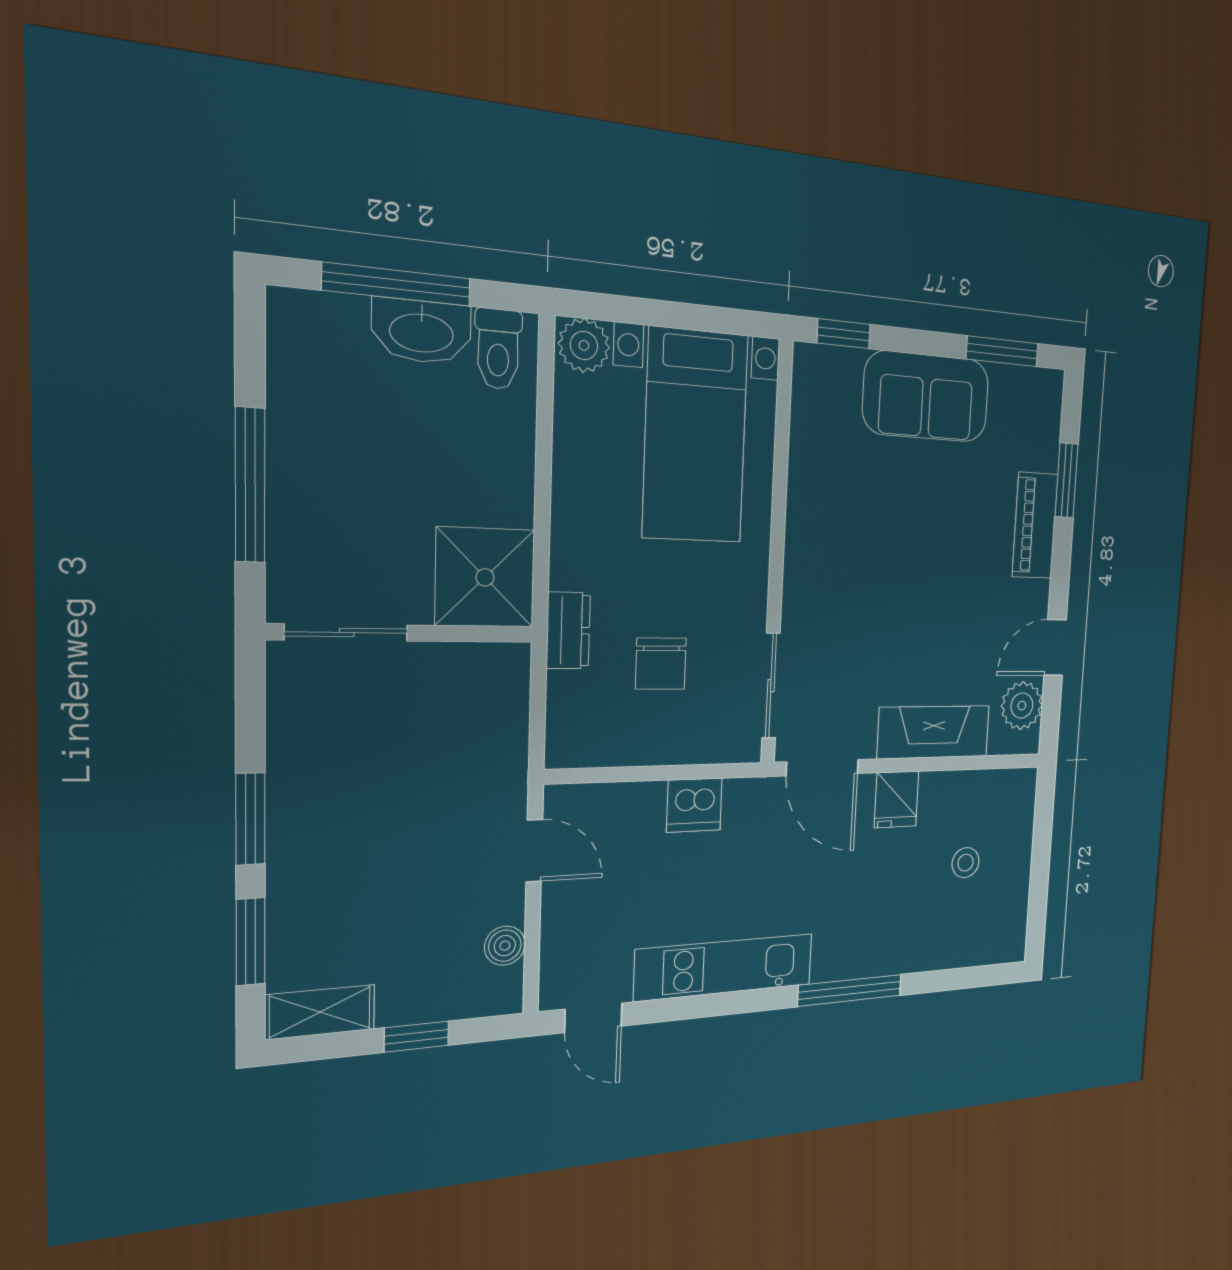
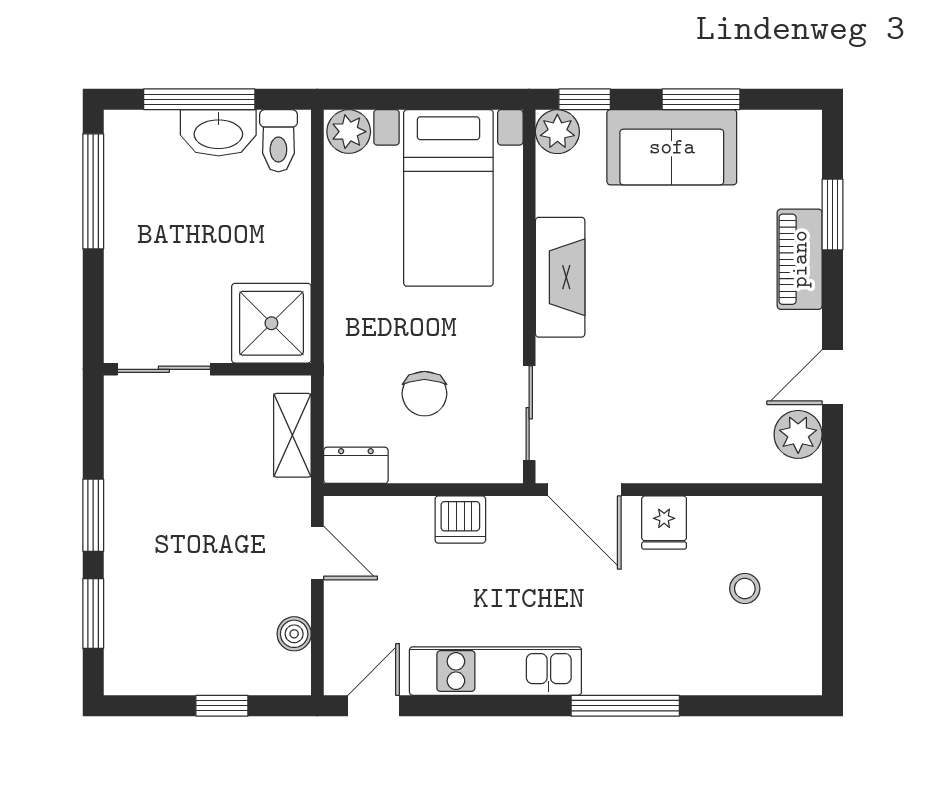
window: (1002, 351) -> (701, 99), moved
plant: (814, 368) -> (557, 132), added
window: (250, 485) -> (93, 191), moved
dresser: (568, 630) -> (356, 465), moved, turned -90
fireplace: (934, 732) -> (560, 277), moved, turned 90
shelving: (320, 1012) -> (292, 435), moved, turned 90
door: (593, 1018) -> (374, 706), swing flipped

